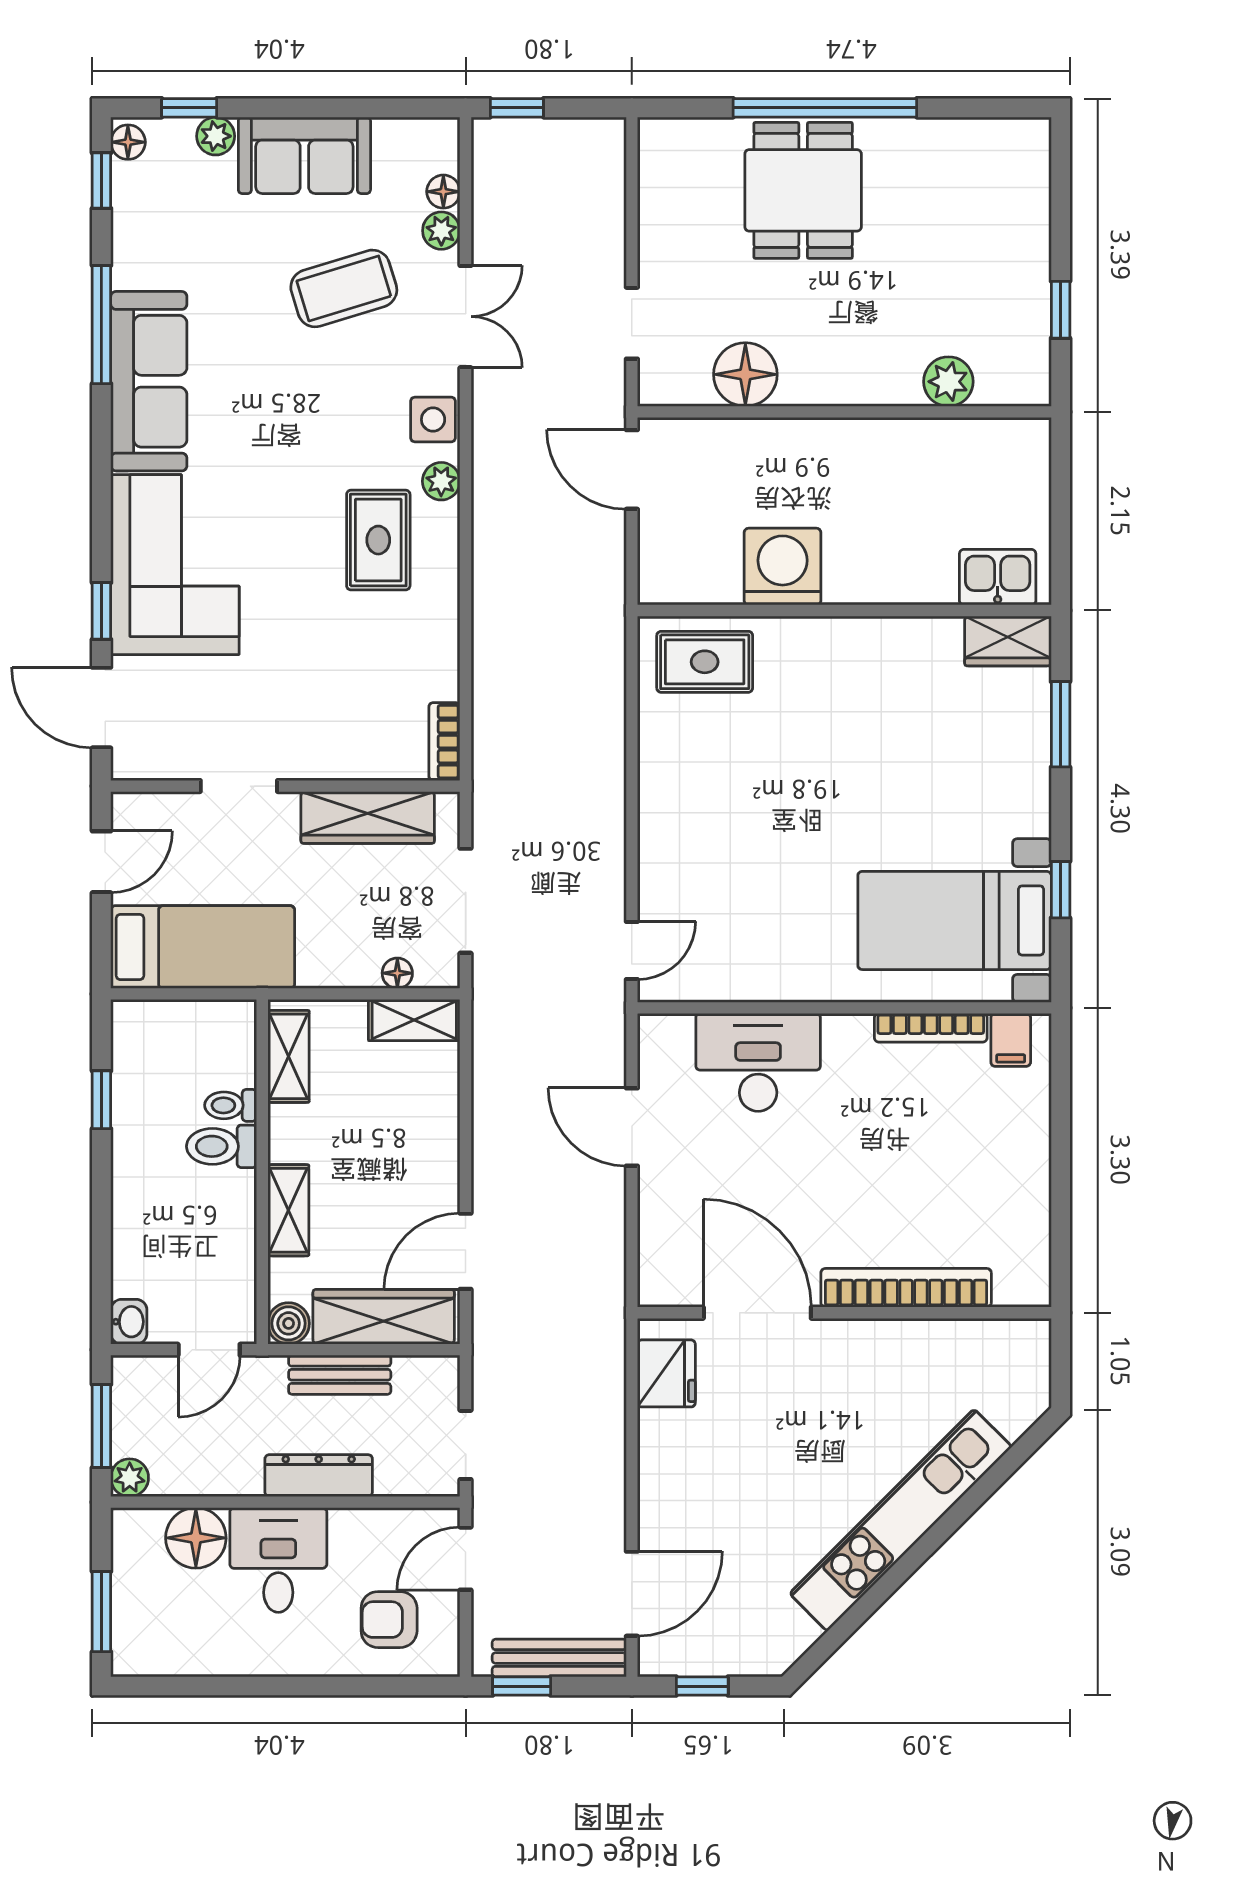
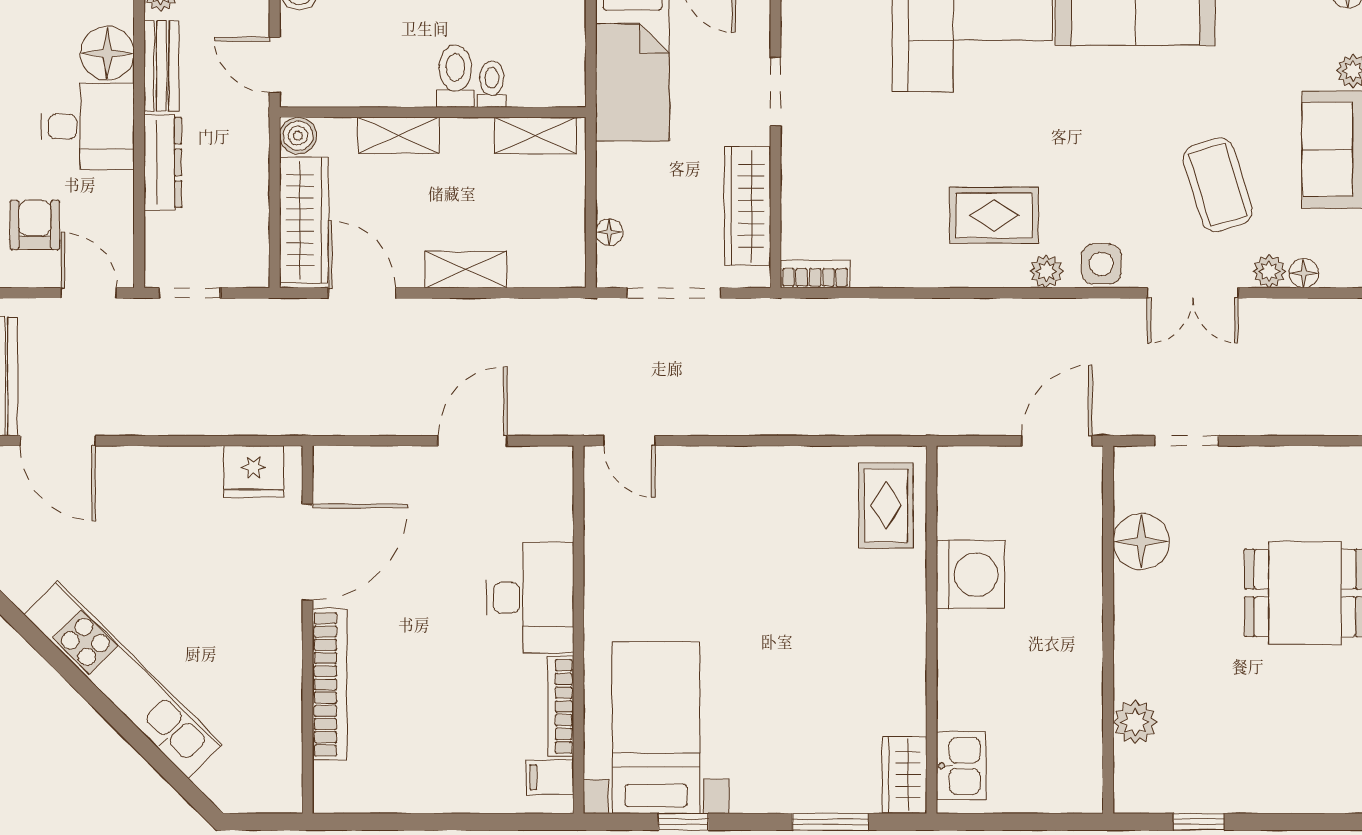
shelving: (414, 1020) -> (466, 270), moved, turned 90
desk: (758, 1062) -> (530, 598), moved
bench: (340, 1375) -> (161, 66), moved

